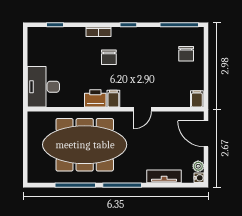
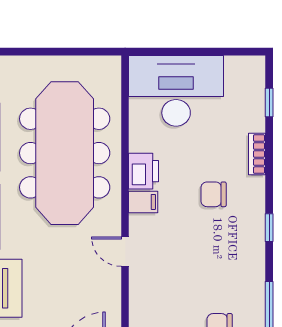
bookcase: (99, 32) -> (257, 154), moved
desk: (43, 87) -> (176, 91), width x1.36, depth x1.30

